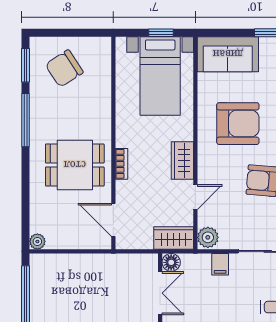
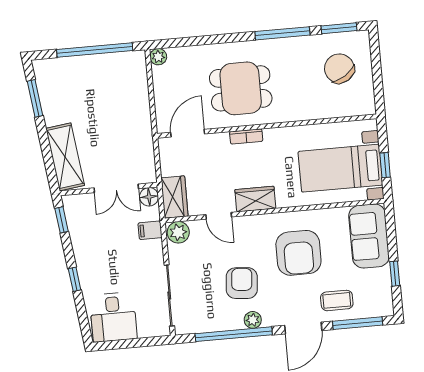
dining table: (75, 165) -> (241, 88), turned 90
filing cabinet: (220, 264) -> (150, 230), moved

